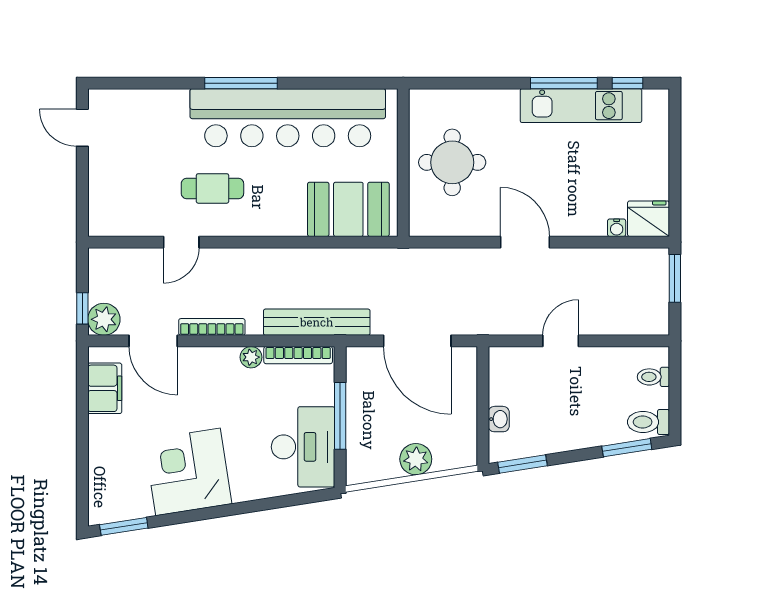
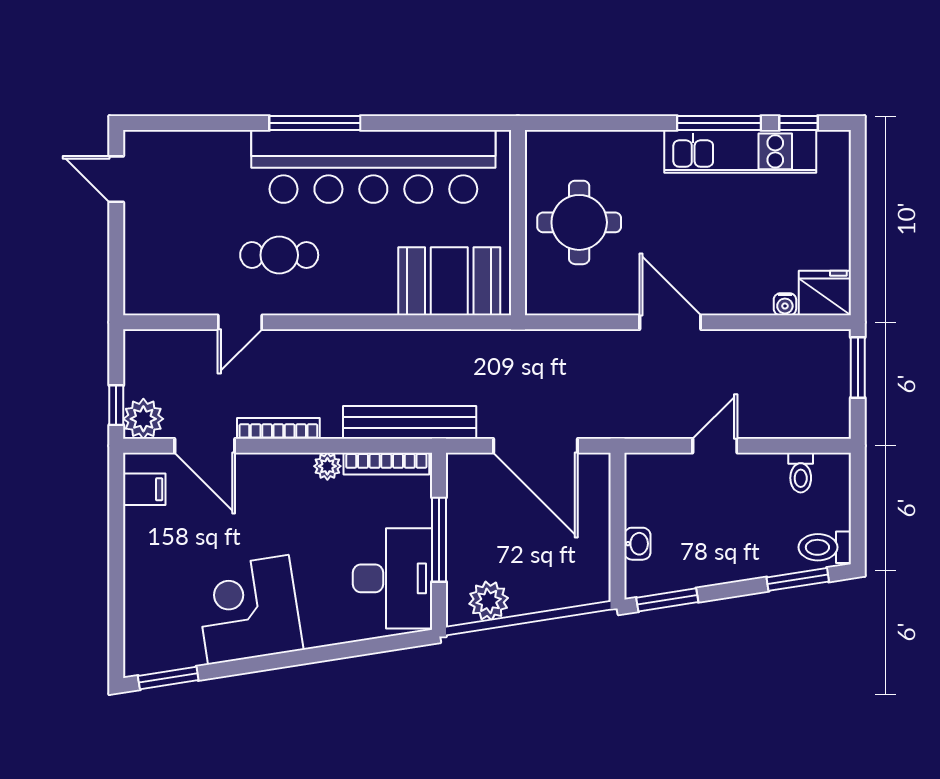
toilet: (653, 377) -> (801, 473), moved, turned -90
filing cabinet: (105, 388) -> (144, 489), width x0.50
plant: (416, 459) -> (489, 601), moved

